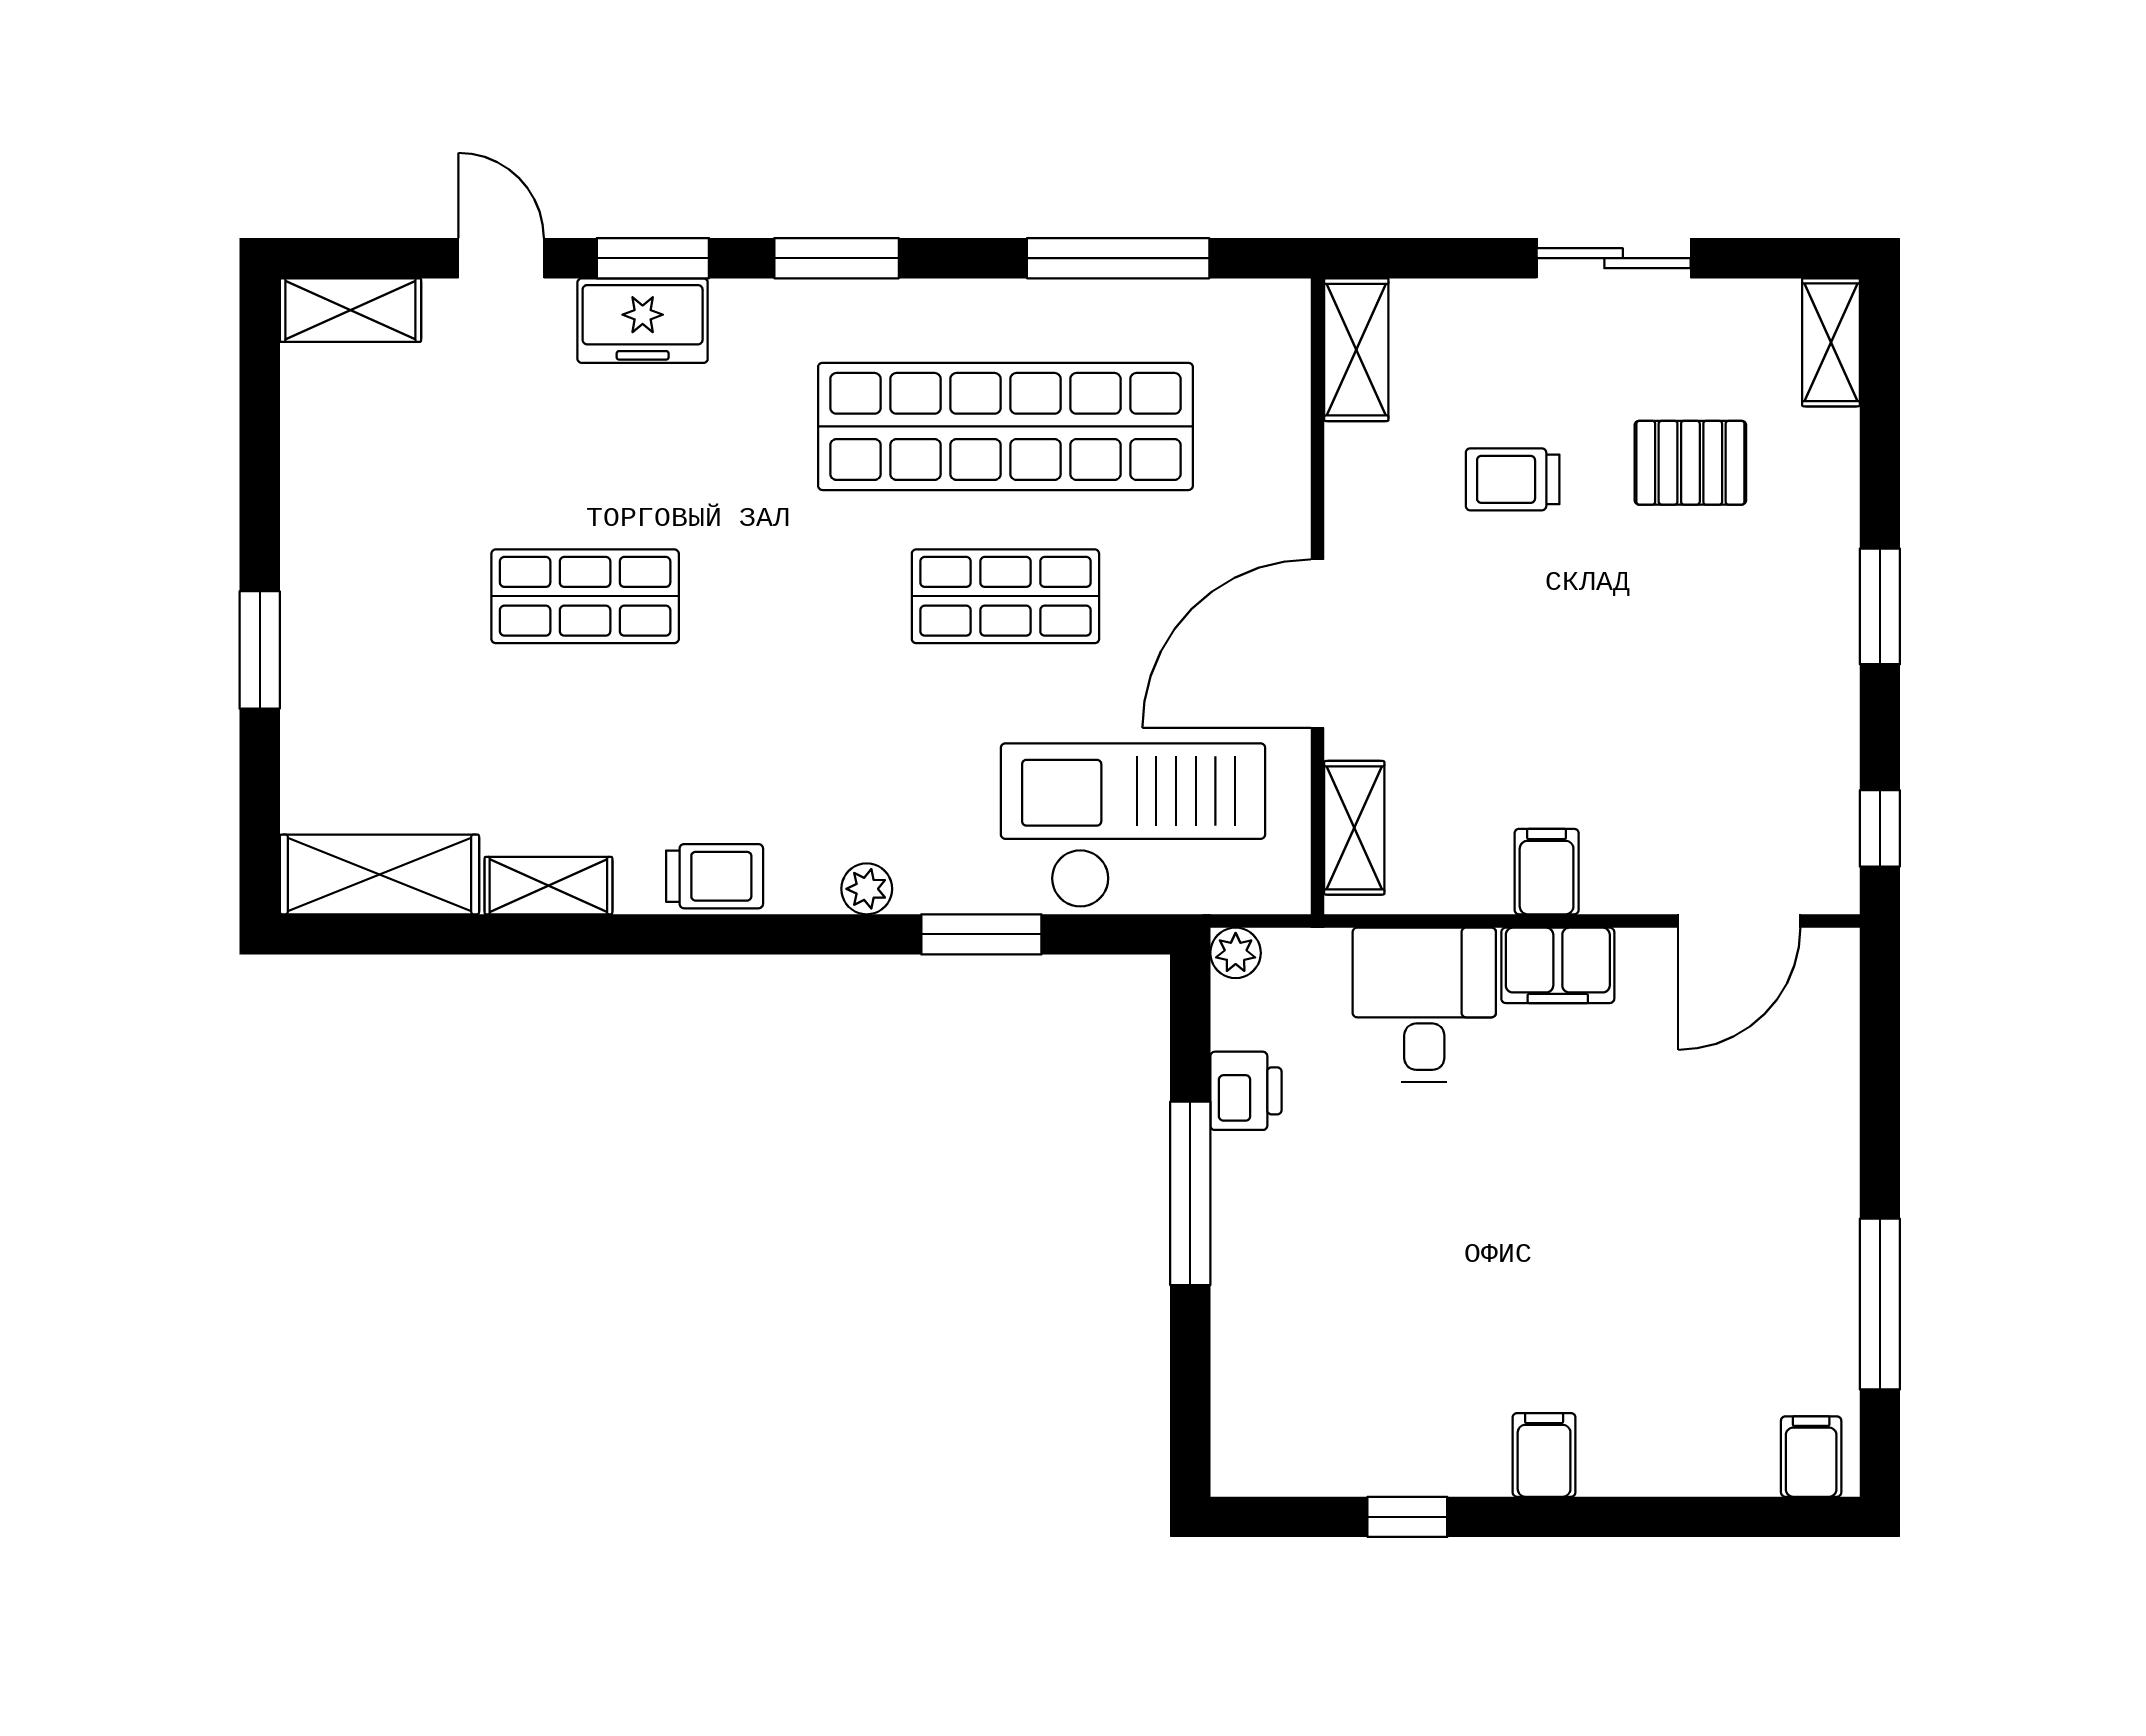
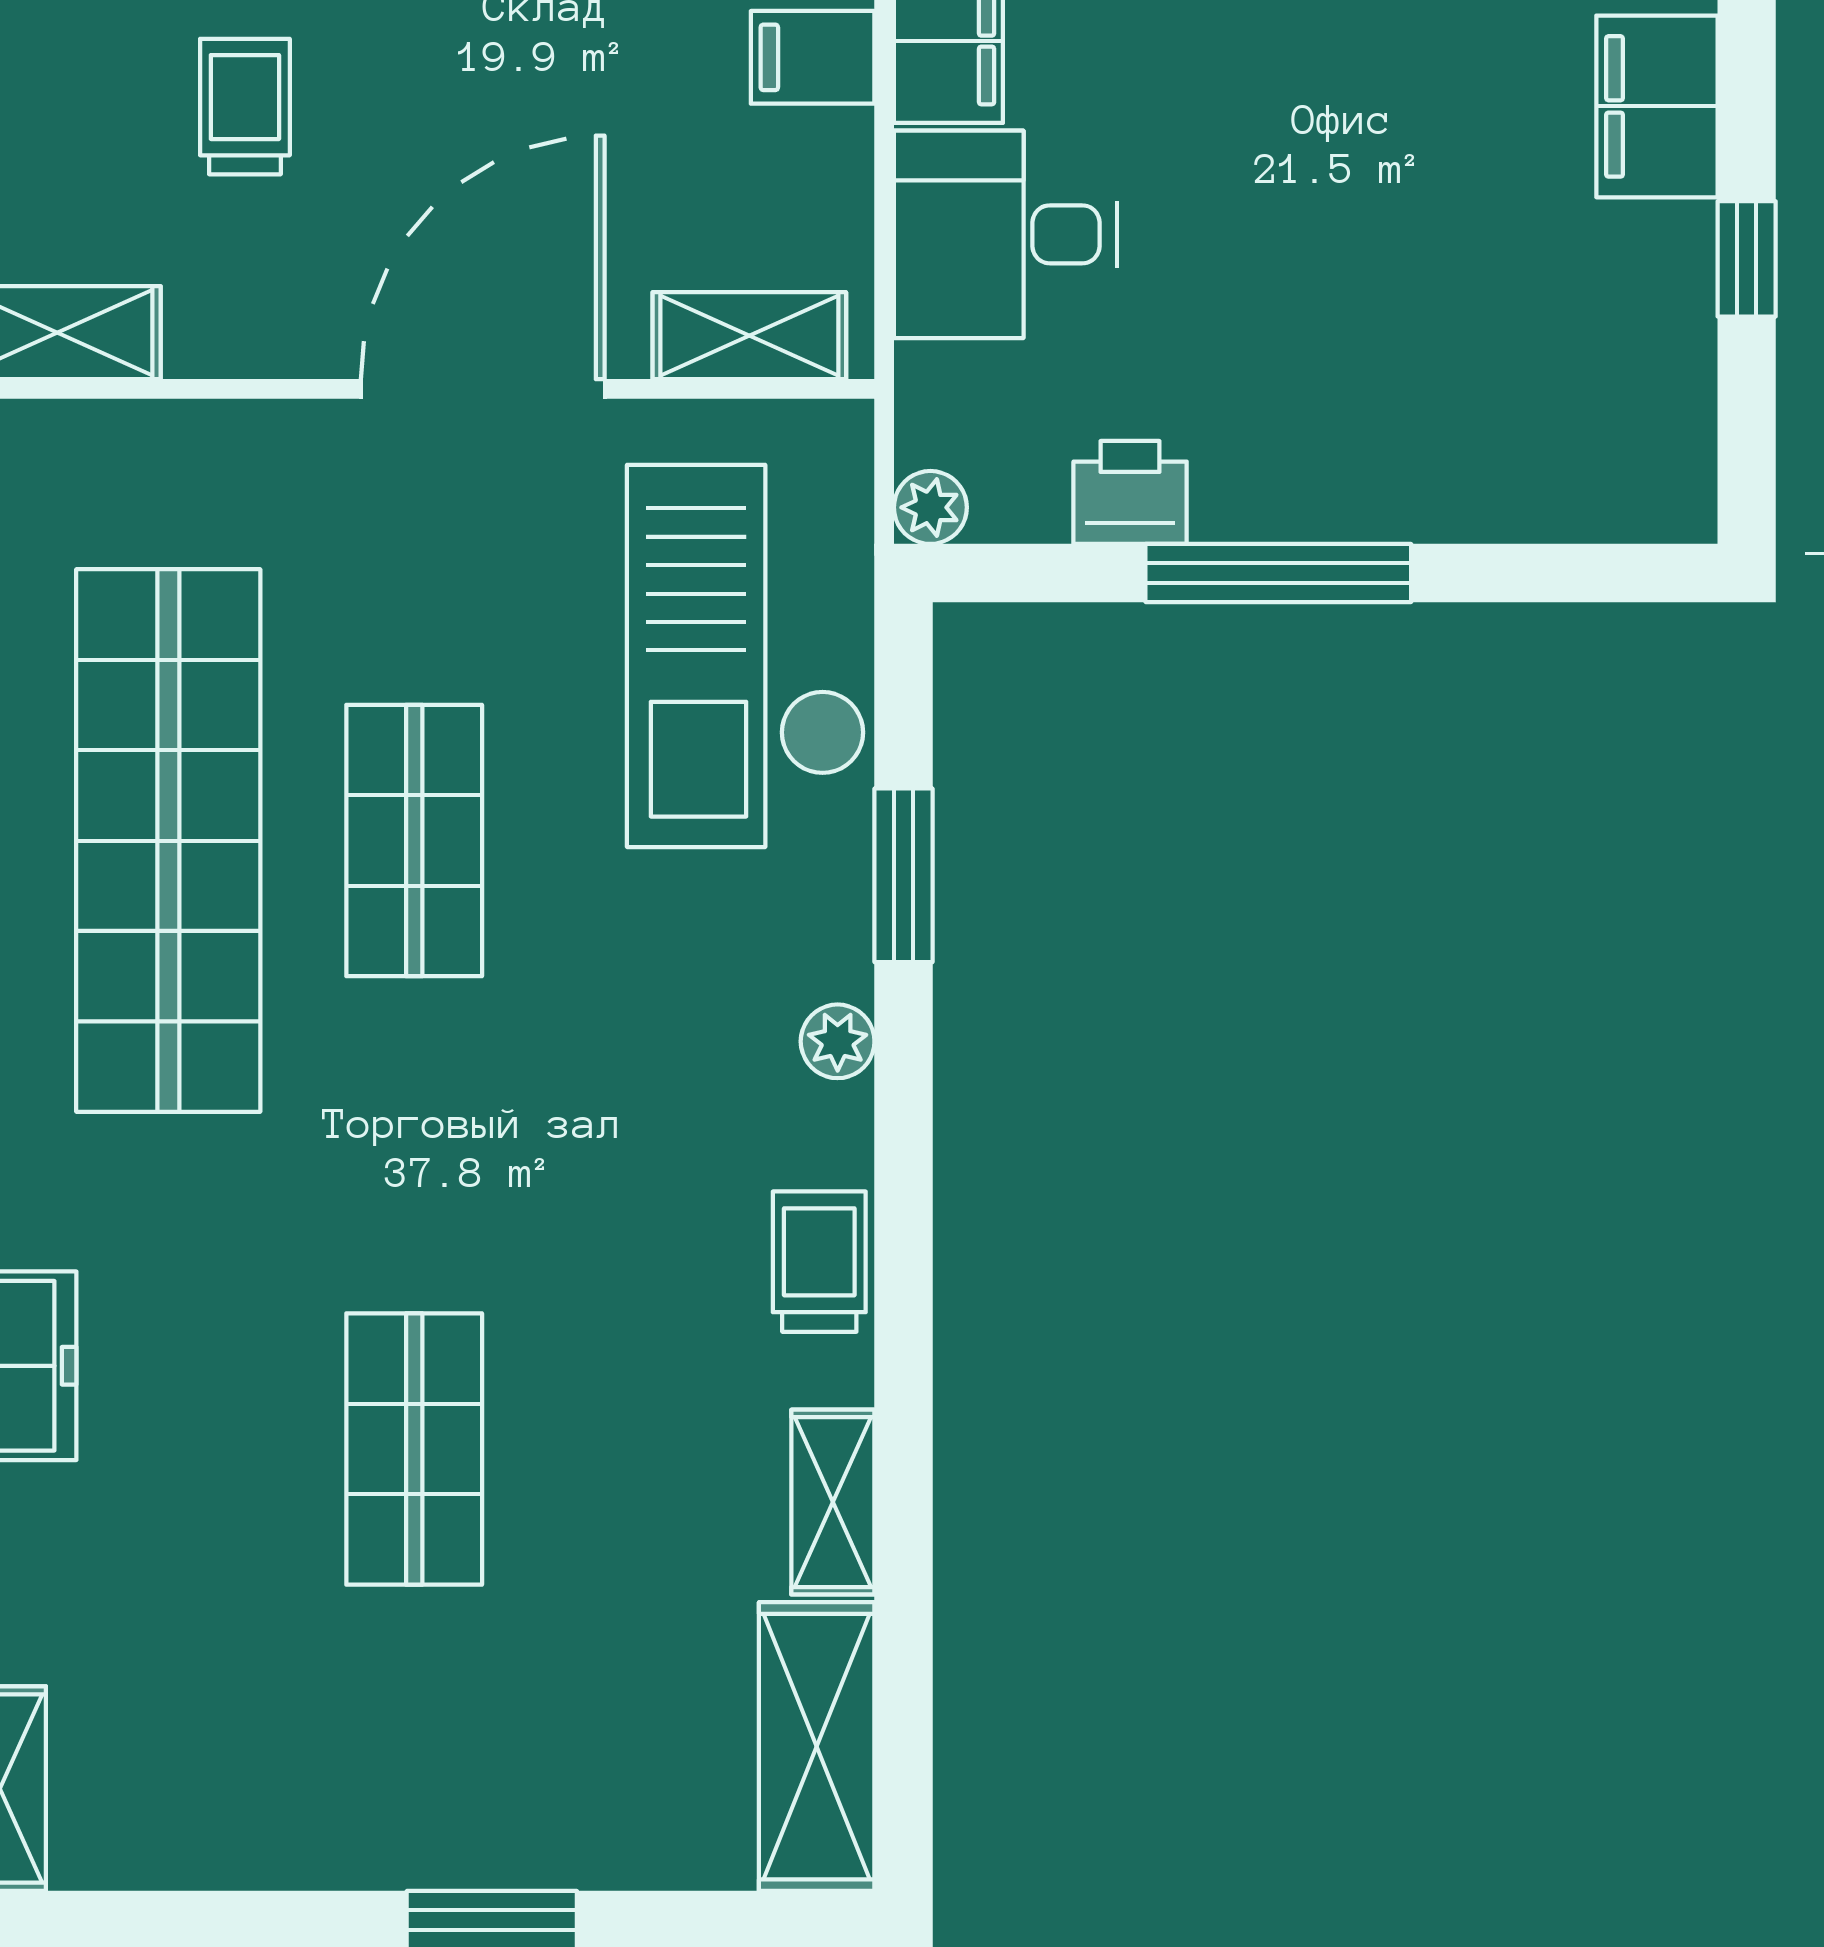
trolley: (1513, 479) -> (245, 107), turned 180
door: (1317, 644) -> (483, 389), swing flipped
filing cabinet: (1544, 1455) -> (1657, 106), width x2.00

